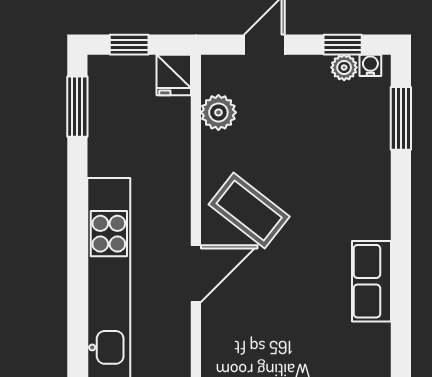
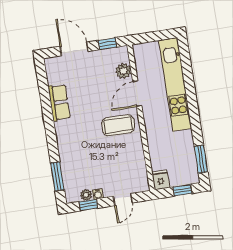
water cooler: (370, 65) -> (98, 194), moved
plant: (218, 112) -> (123, 71), moved
coffee table: (249, 211) -> (118, 125), turned -38

